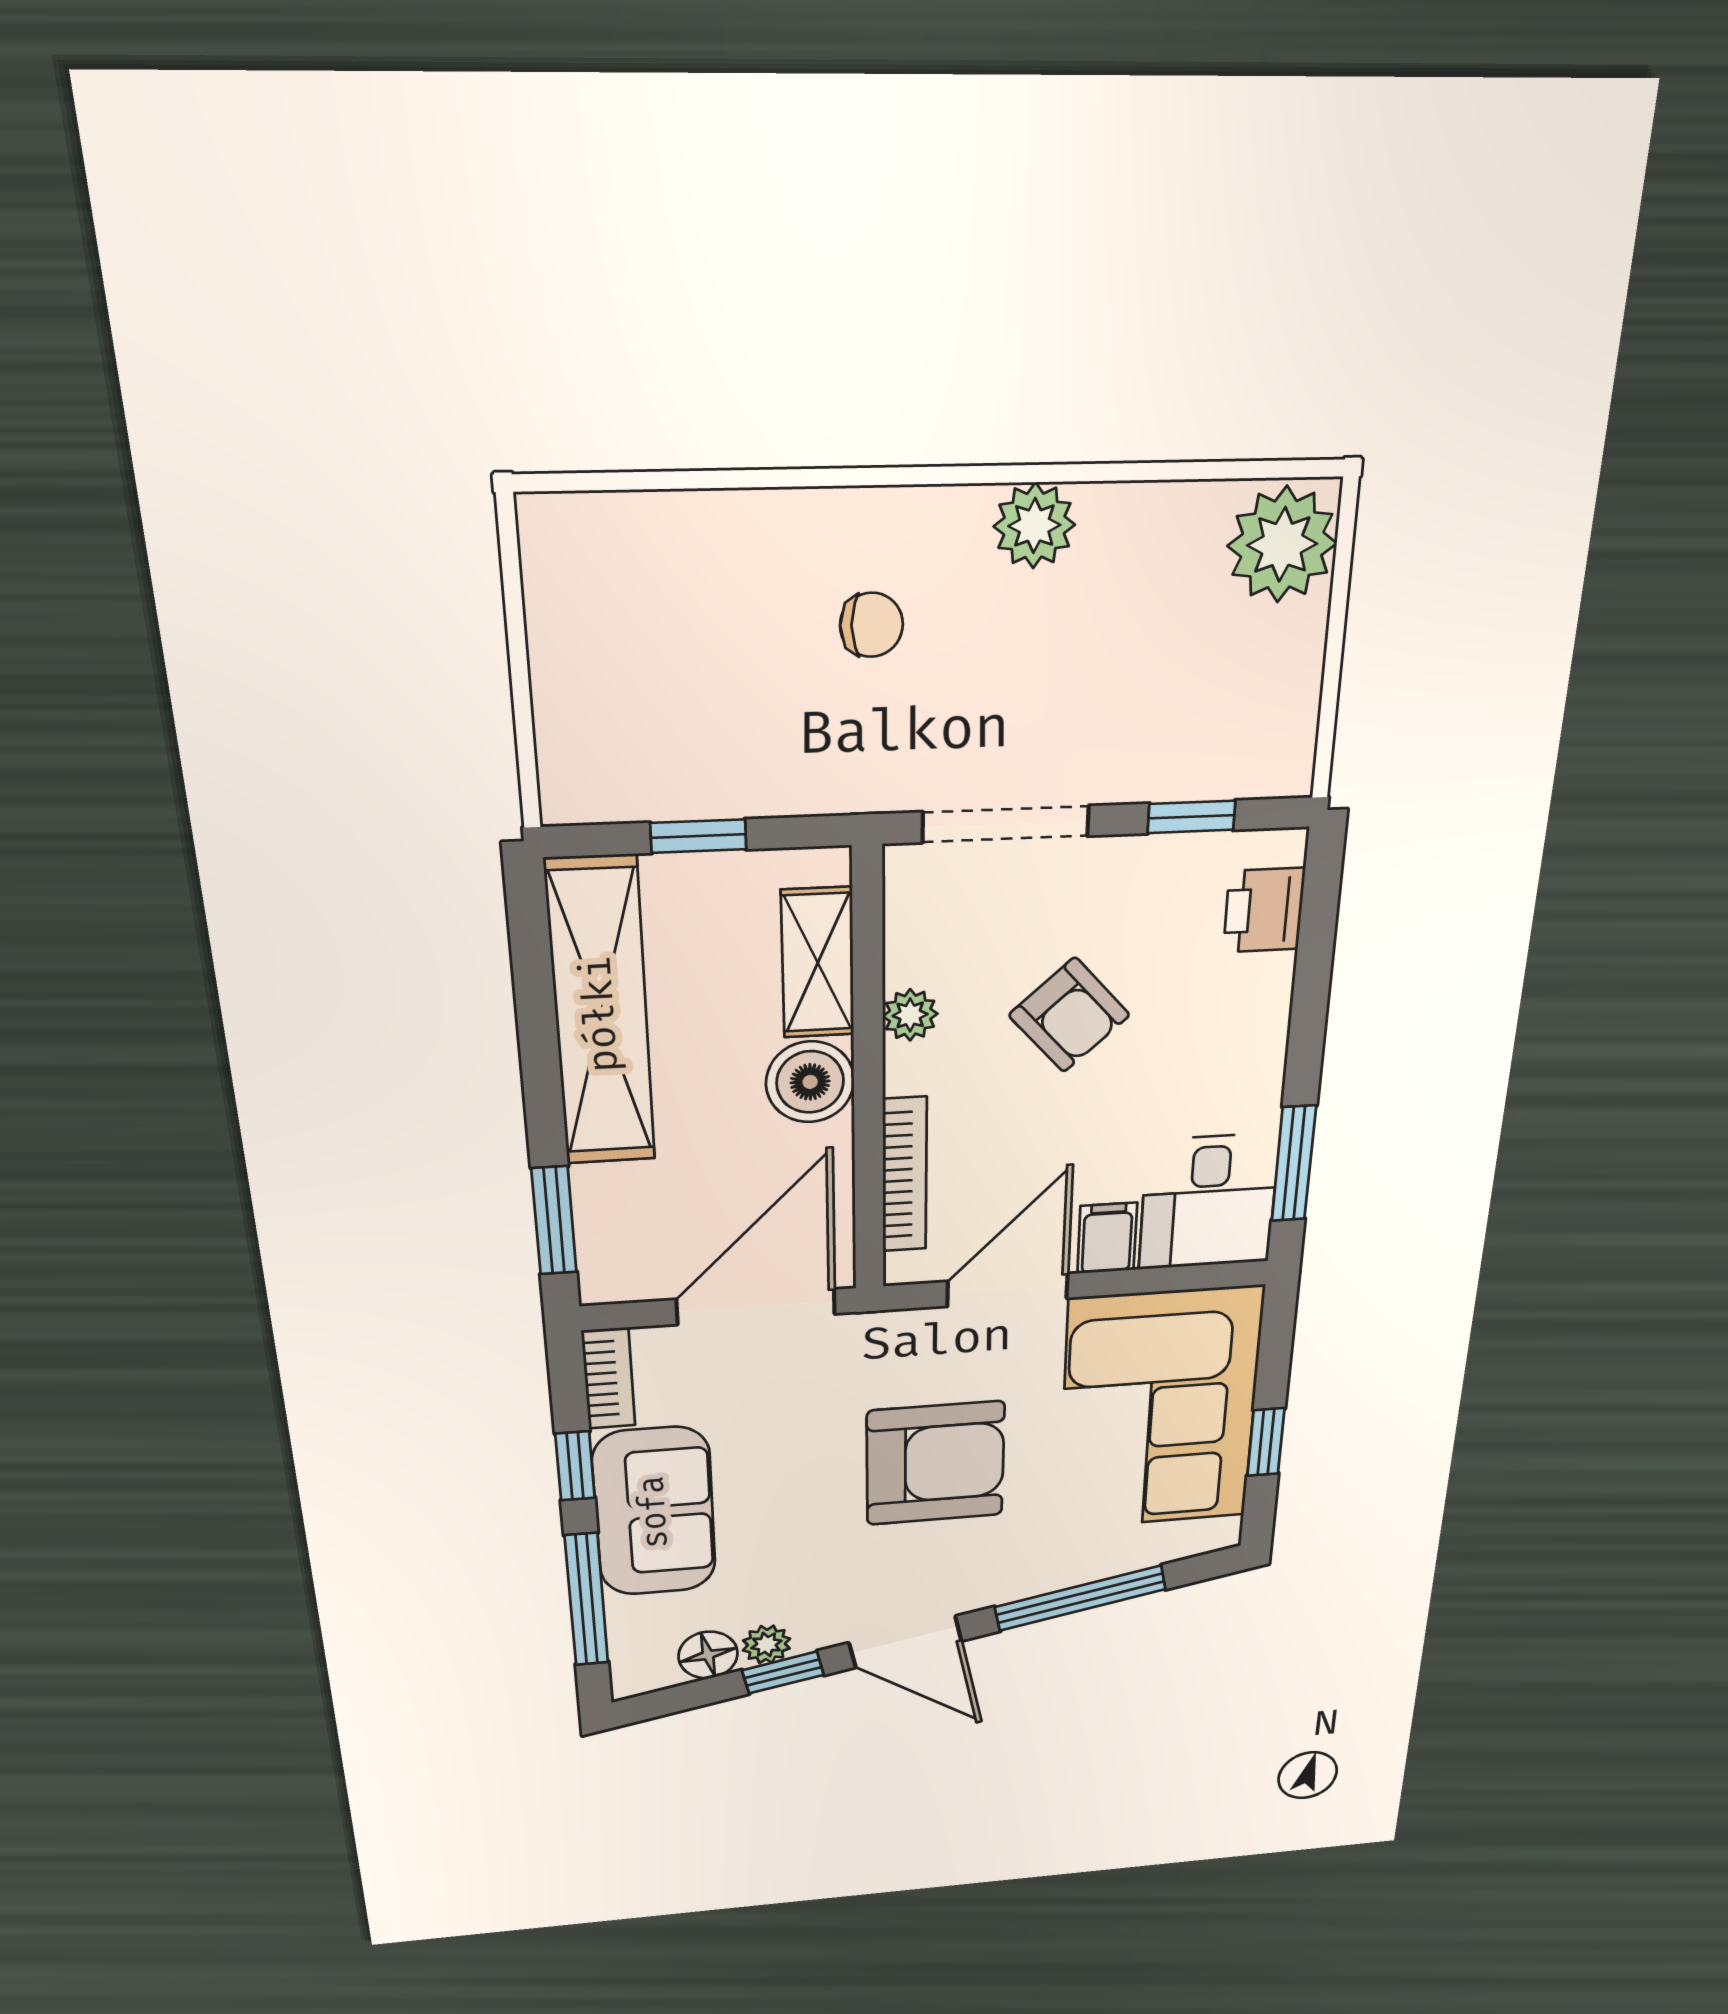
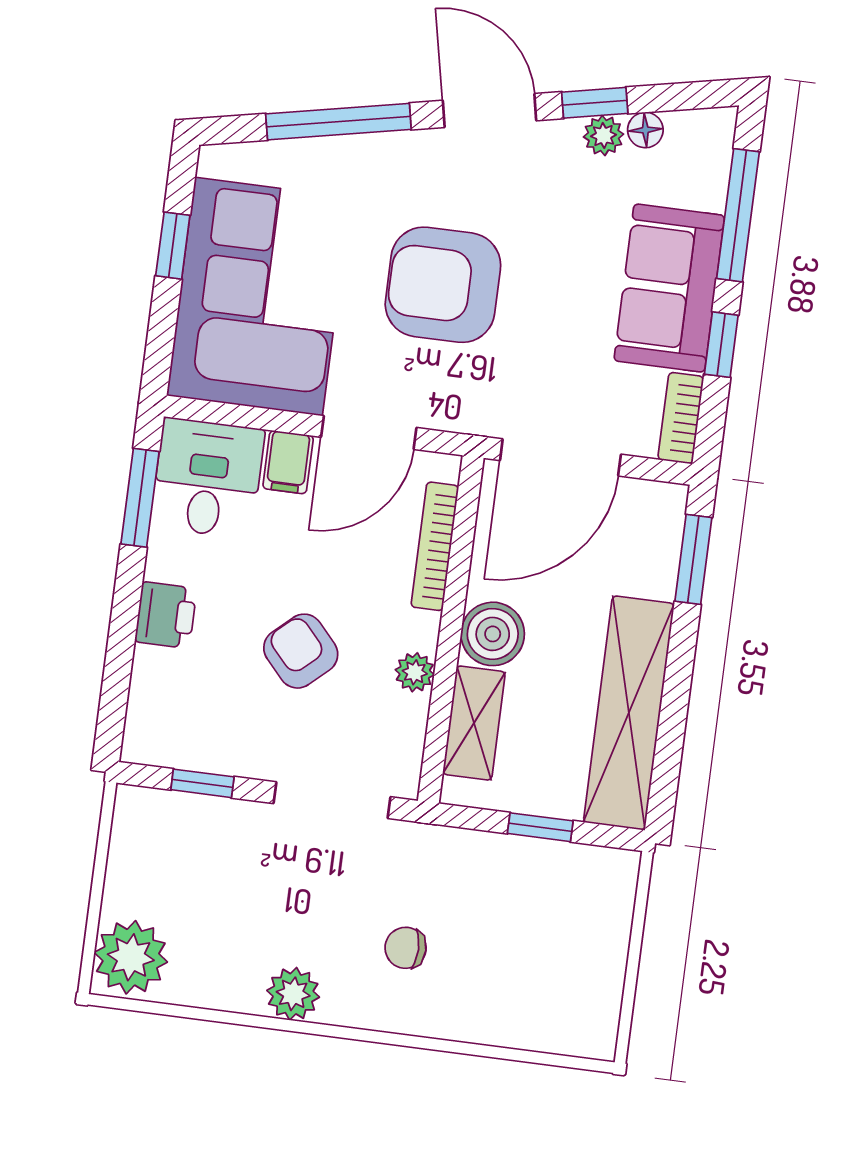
printer: (1264, 910) -> (166, 615), moved
floor lamp: (708, 1655) -> (645, 130), width x0.73, depth x0.73

